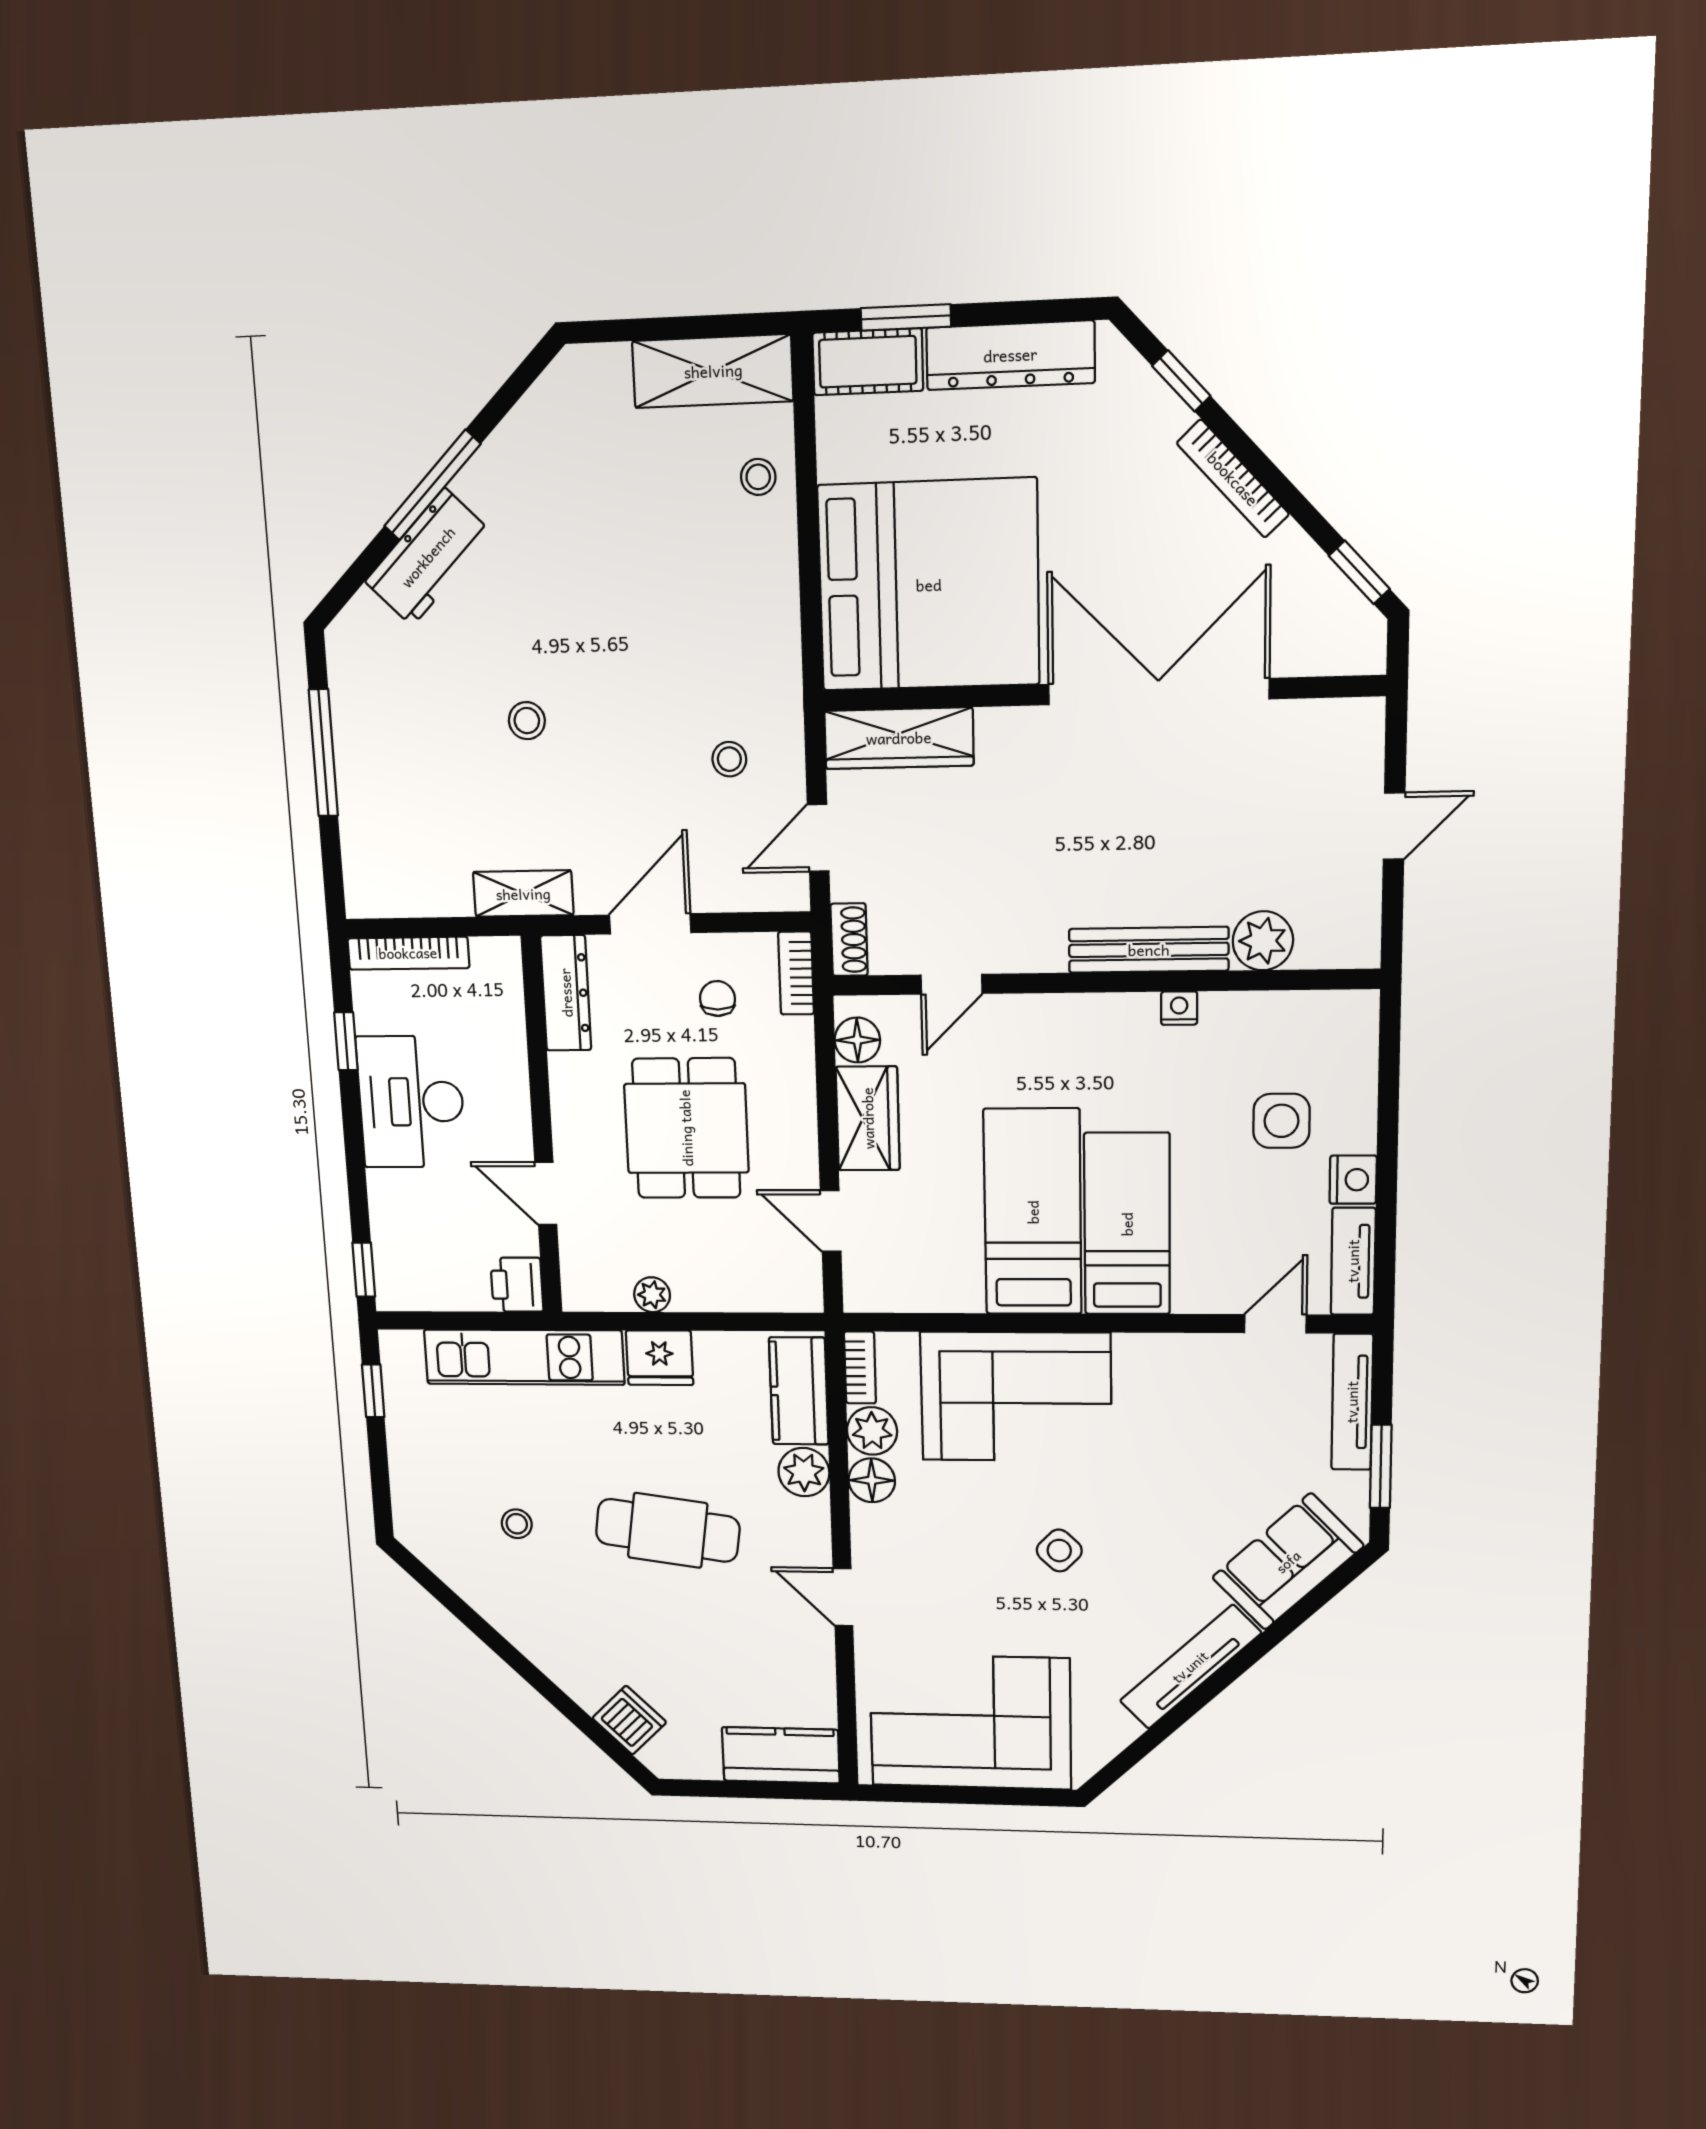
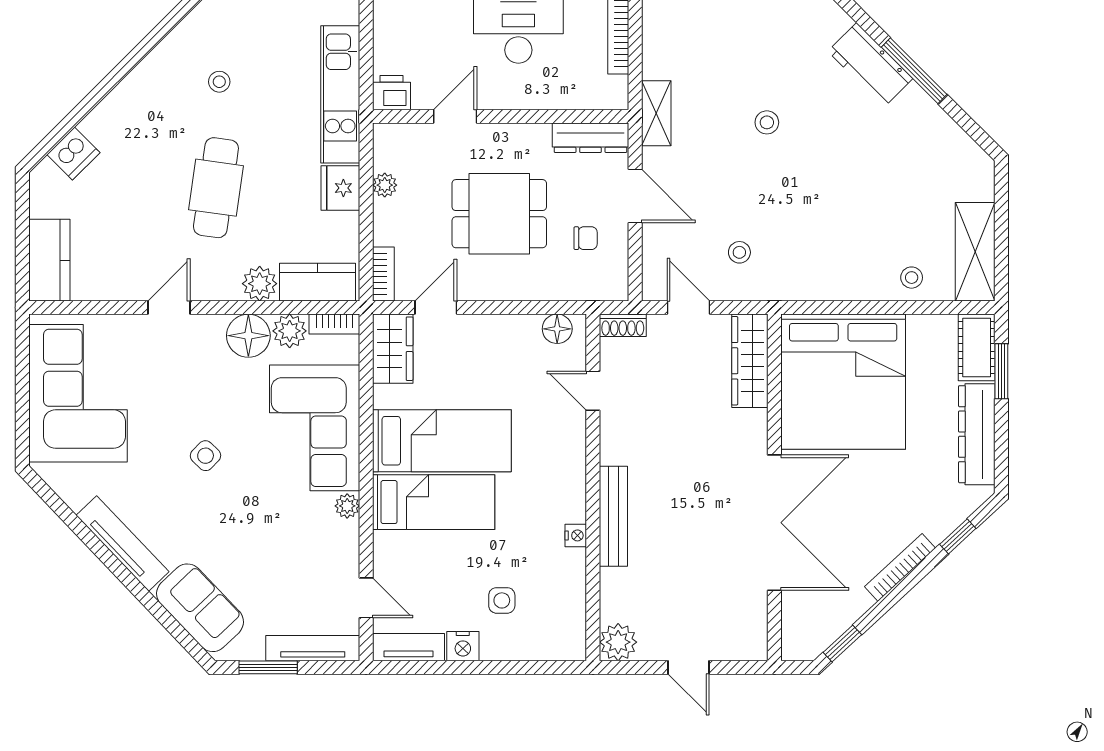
plant: (1263, 941) -> (618, 642), moved
bookcase: (796, 973) -> (383, 274), moved, turned 90
wardrobe: (868, 1118) -> (393, 349), moved, turned -90
side table: (1281, 1121) -> (502, 600), width x0.73, depth x0.73
plant: (1134, 1351) -> (347, 506), added
floor lamp: (872, 1480) -> (248, 336), width x1.38, depth x1.38

